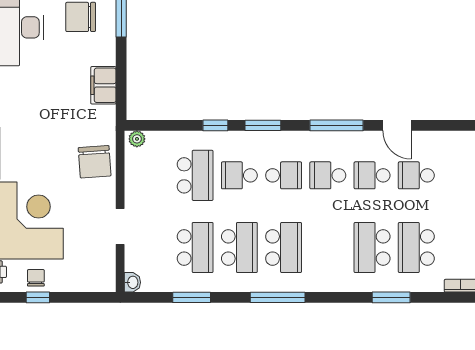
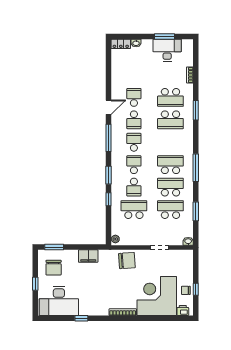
school desk: (328, 175) -> (134, 142), turned 180
school desk: (416, 175) -> (134, 97), turned 180

